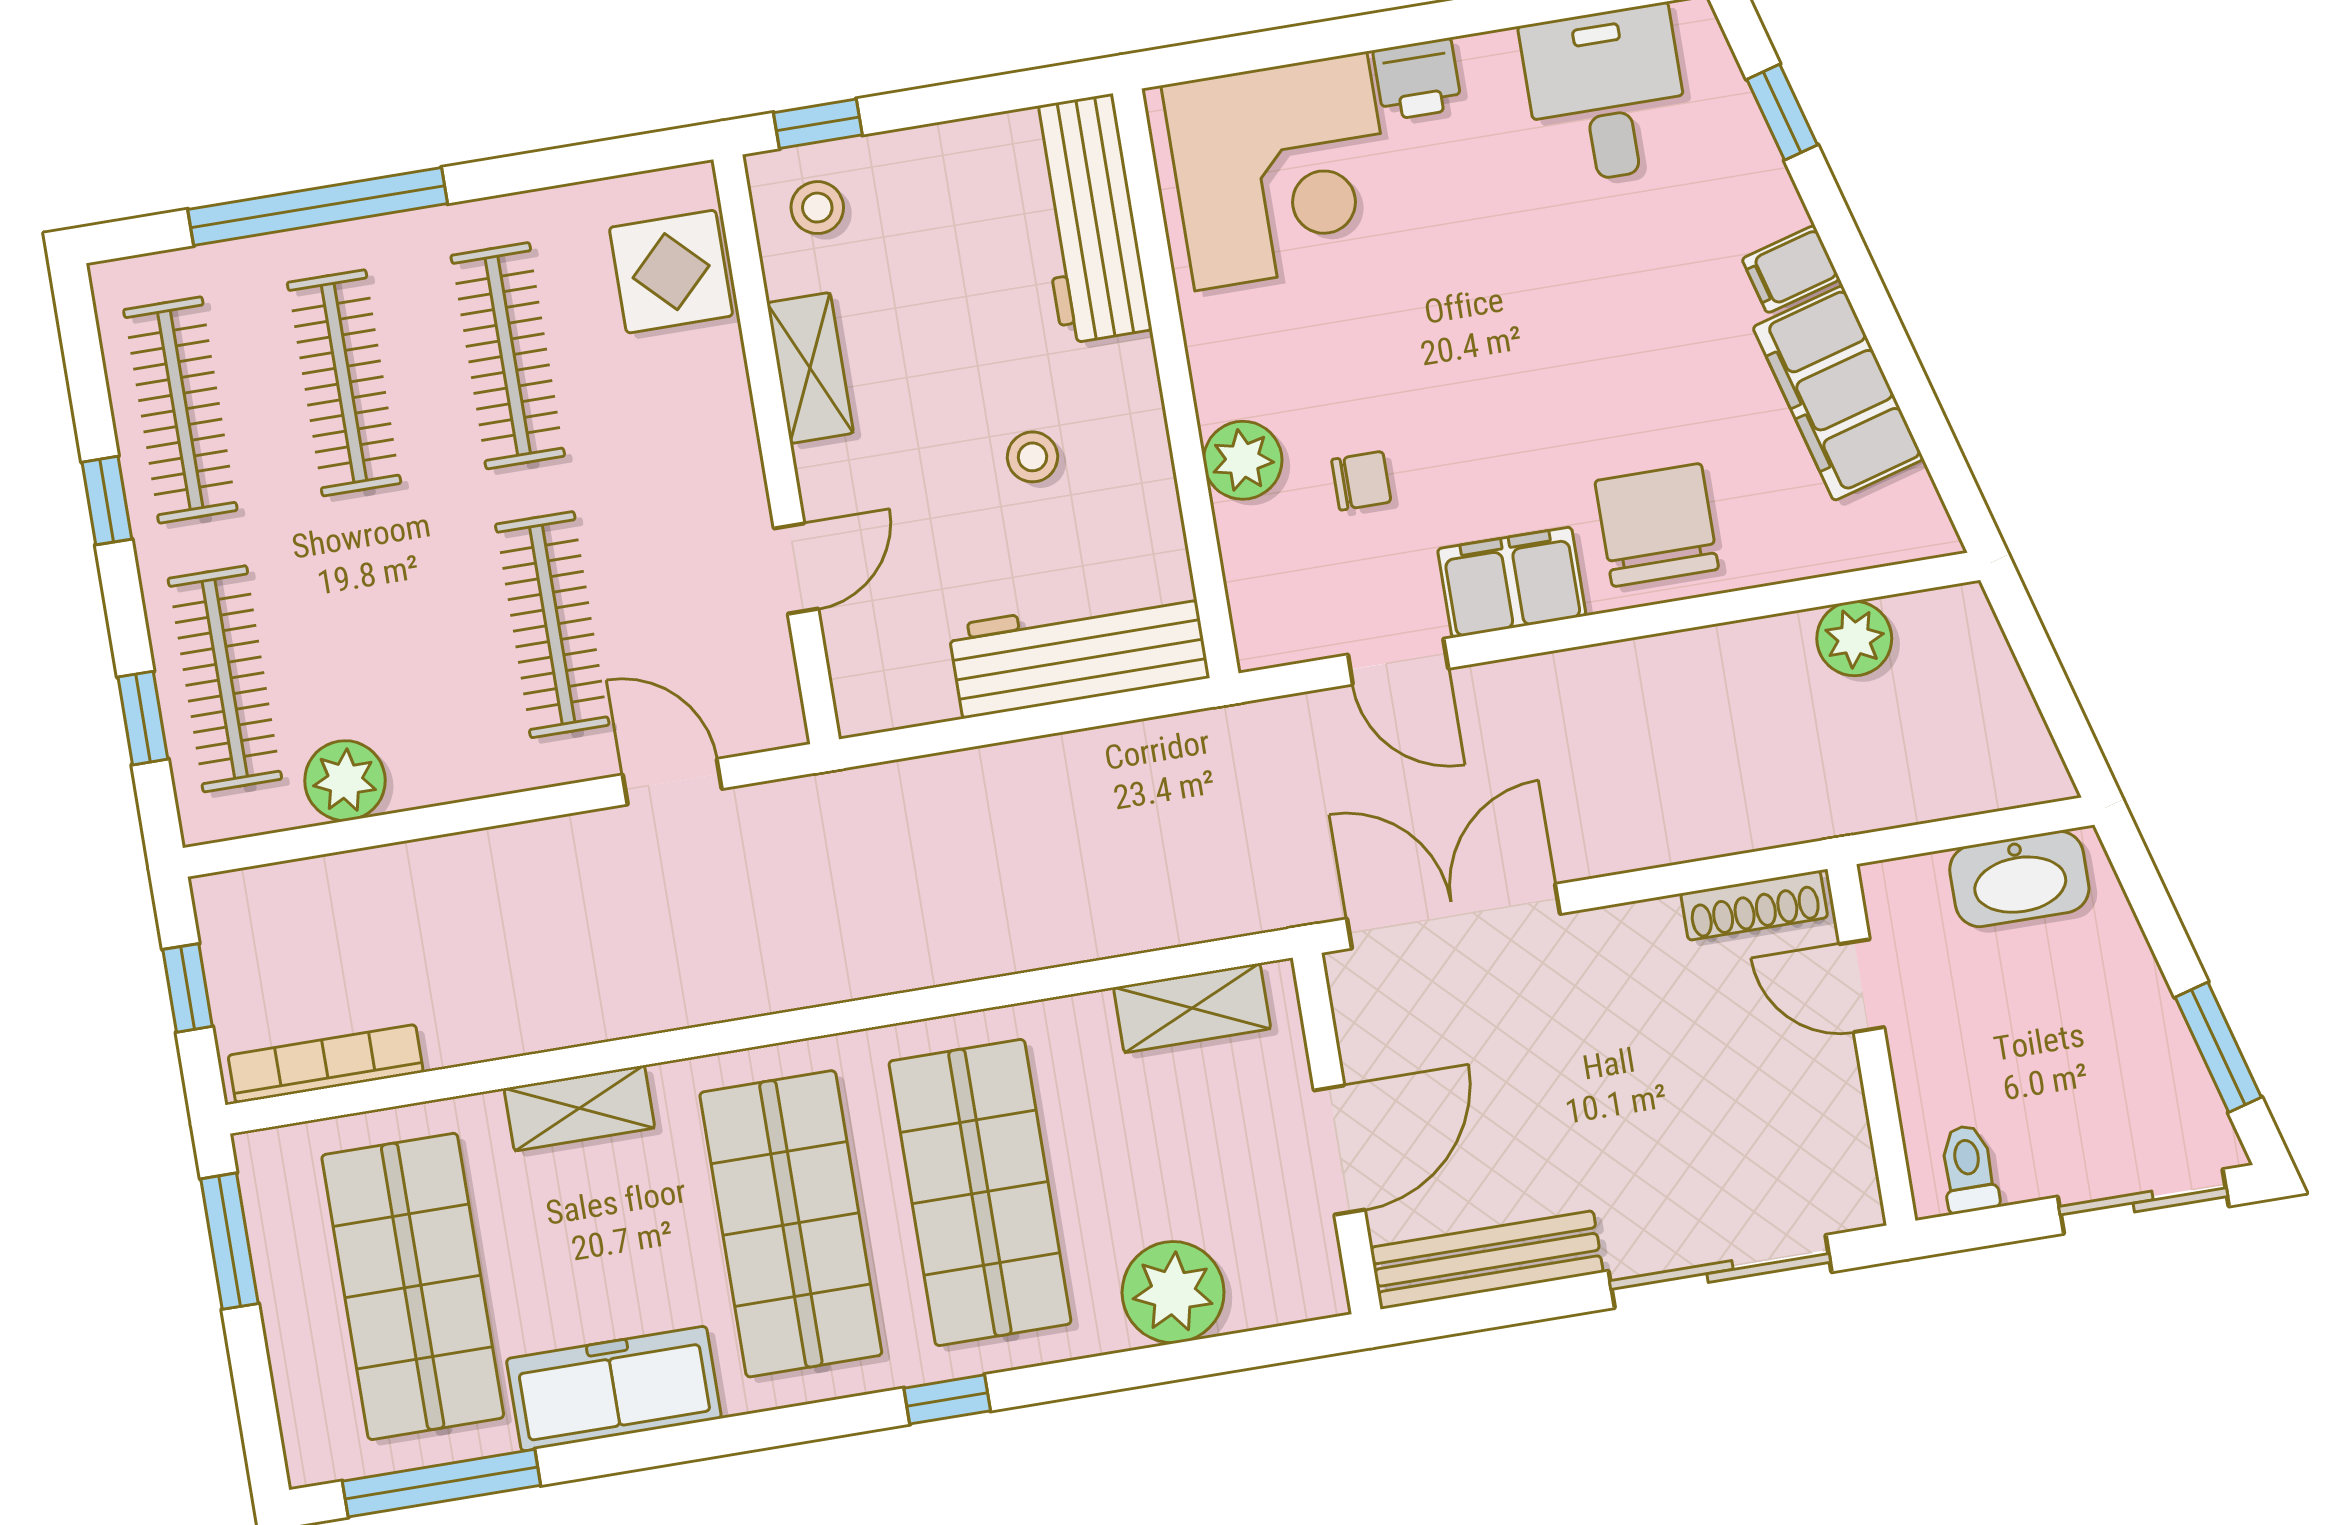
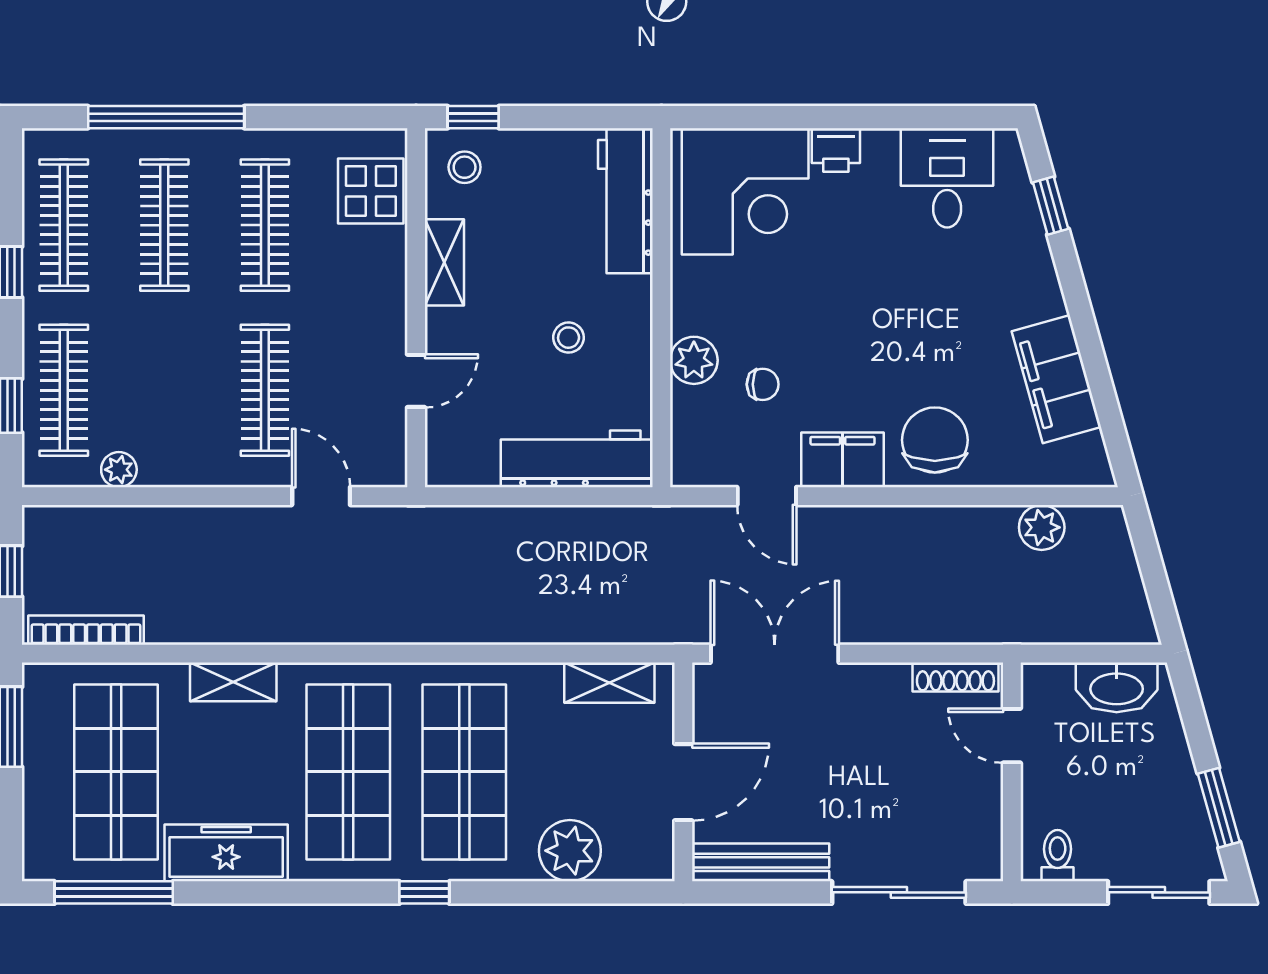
filing cabinet: (1791, 269) -> (1040, 300), removed
plant: (345, 781) -> (119, 470), width x0.73, depth x0.73

